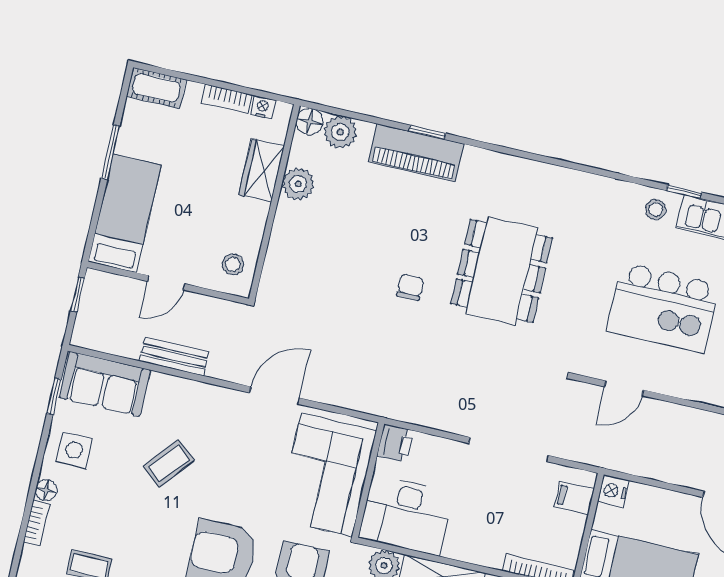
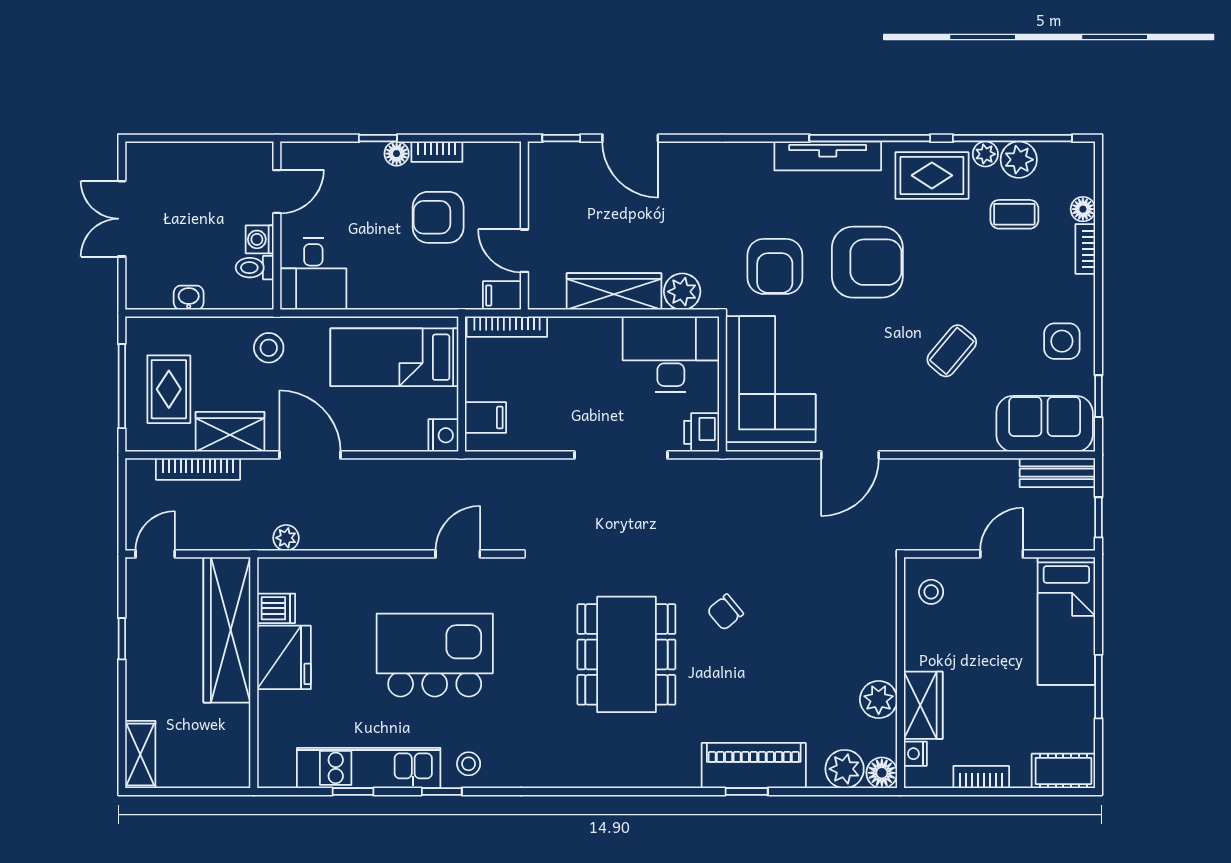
nightstand: (263, 107) -> (915, 754), moved, turned 90
chair: (410, 287) -> (725, 612), turned 50
bench: (174, 356) -> (1057, 473), moved
doorway: (509, 449) -> (621, 455), moved
floor lamp: (46, 490) -> (1083, 209), moved

